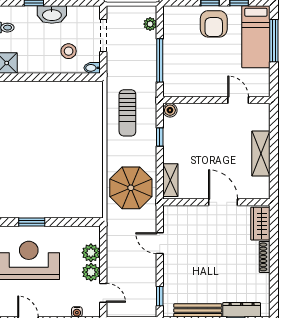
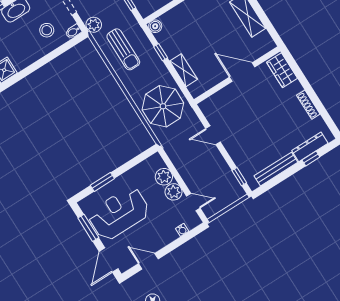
plant: (115, 73) -> (94, 25), added
shelving: (170, 180) -> (184, 70), moved
shoe rack: (265, 257) -> (308, 105), moved

